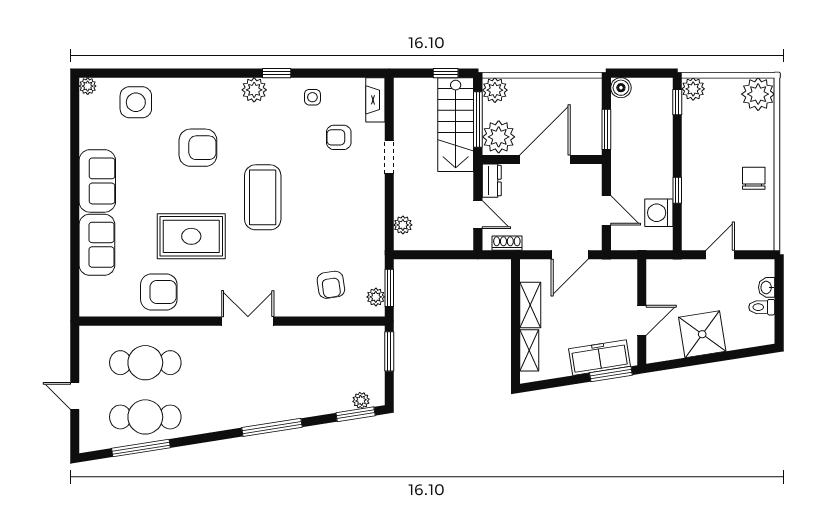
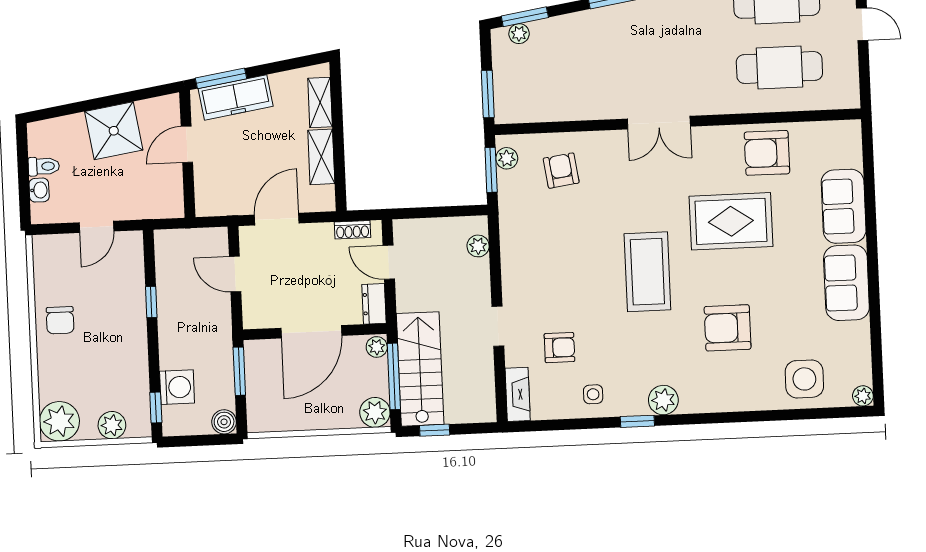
plant: (693, 89) -> (112, 425), moved
plant: (499, 137) -> (377, 347), width x0.53, depth x0.53
washing machine: (659, 213) -> (177, 387), moved

